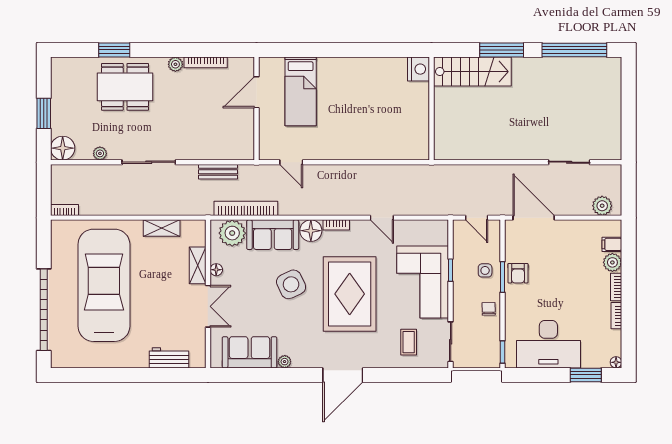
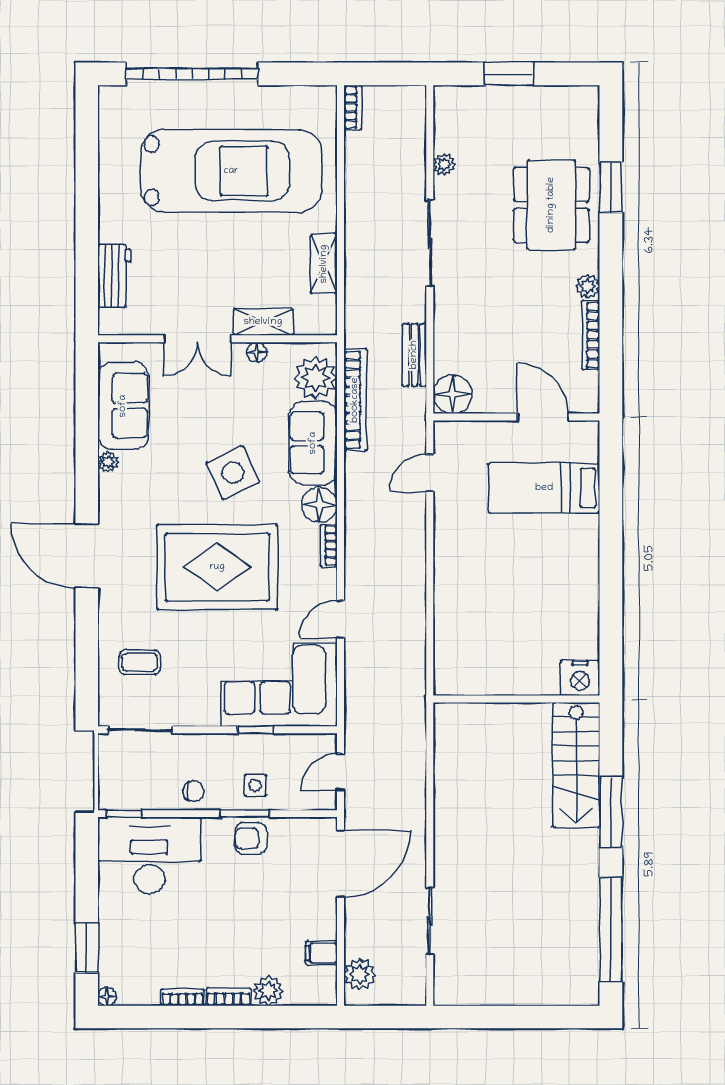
floor lamp: (63, 148) -> (453, 394), moved
filing cabinet: (612, 244) -> (321, 953), moved, turned -90
corner sofa: (423, 282) -> (279, 685), moved
desk: (548, 344) -> (149, 855), moved, turned 90

